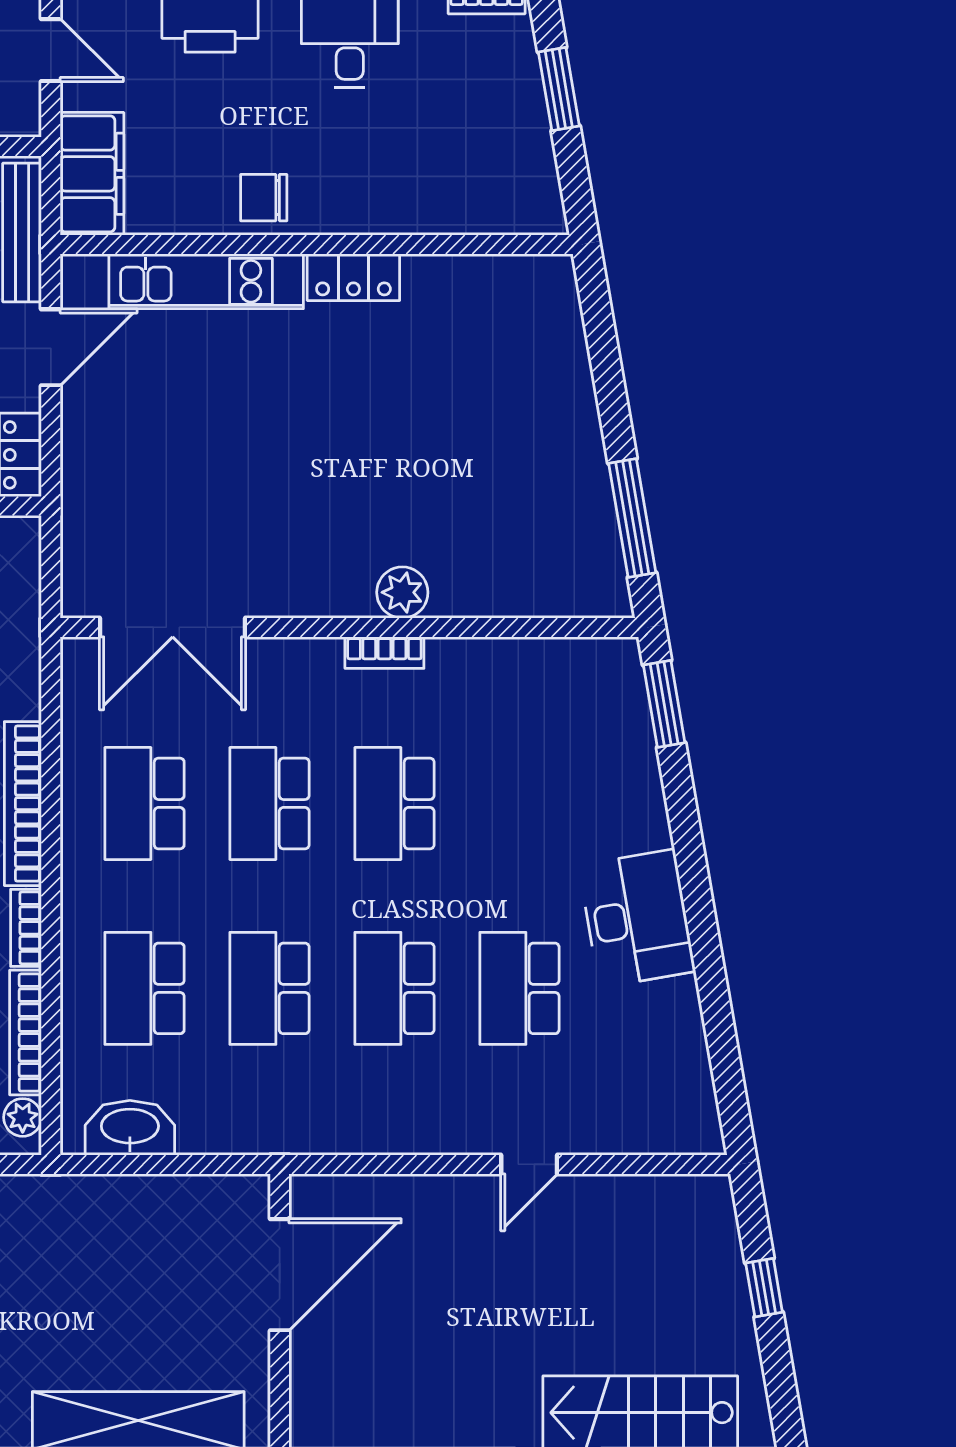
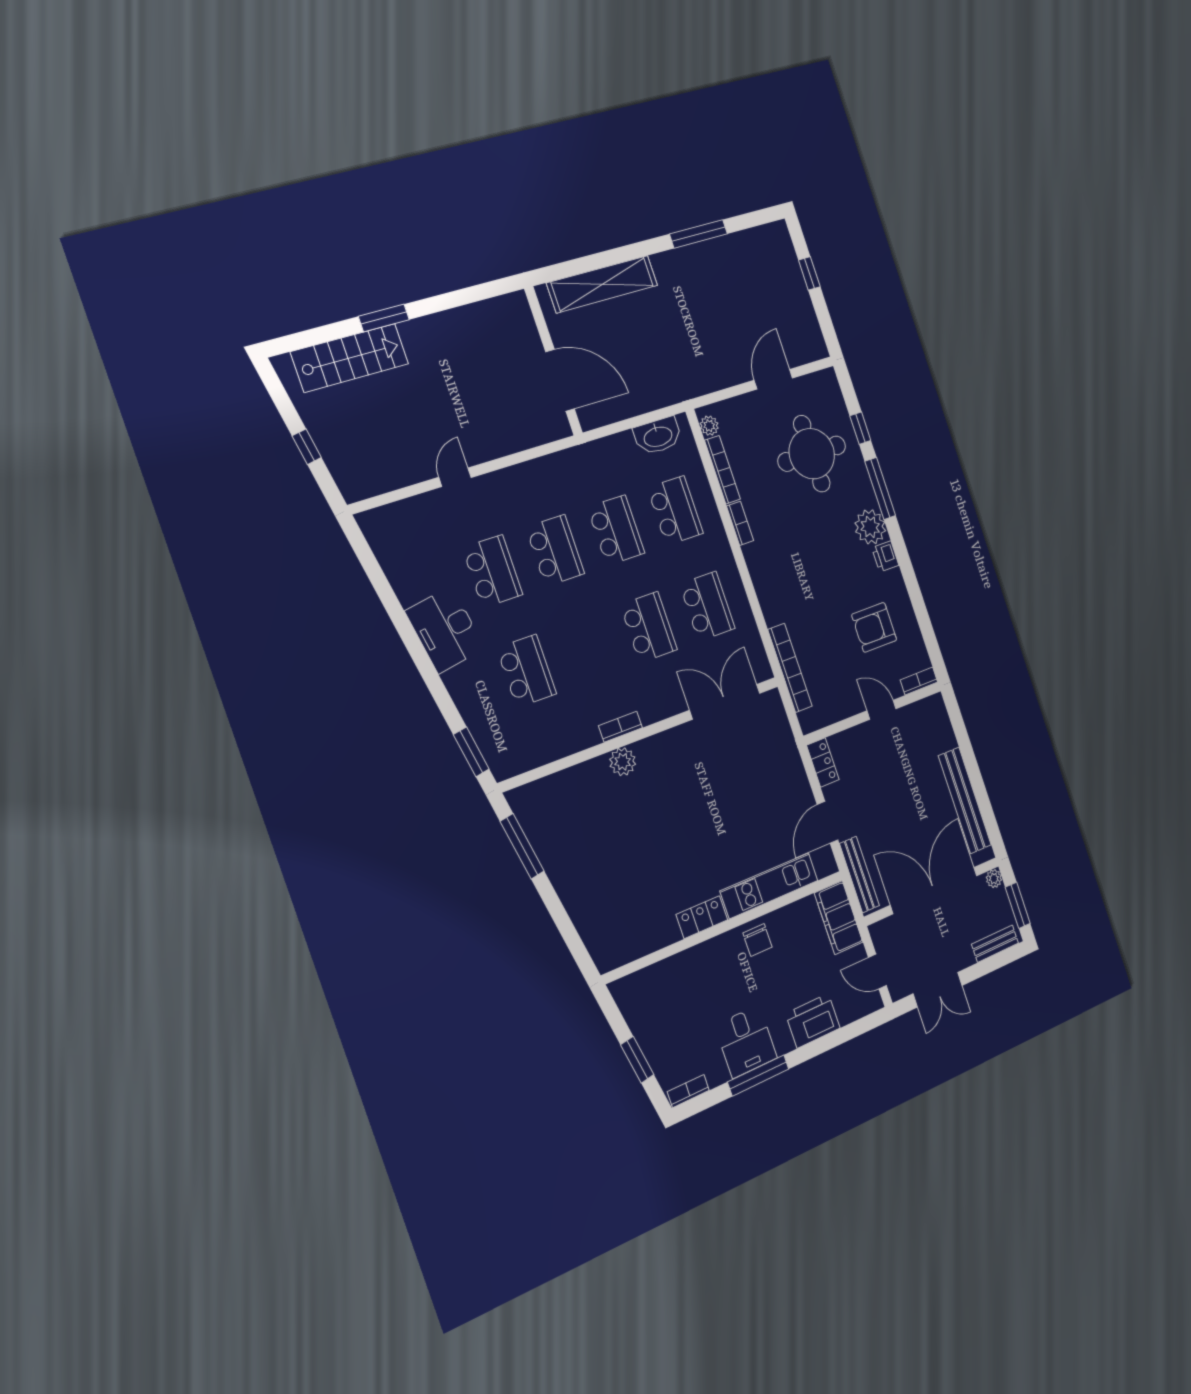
chair: (264, 198) -> (757, 940), turned 90
school desk: (395, 803) -> (527, 671), moved
bookcase: (23, 804) -> (790, 668), moved
door: (280, 1275) -> (560, 380), swing flipped

